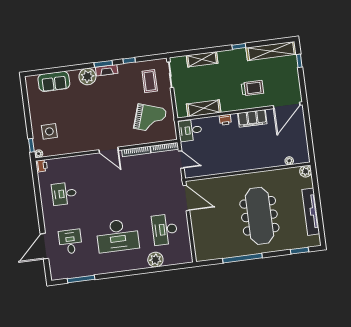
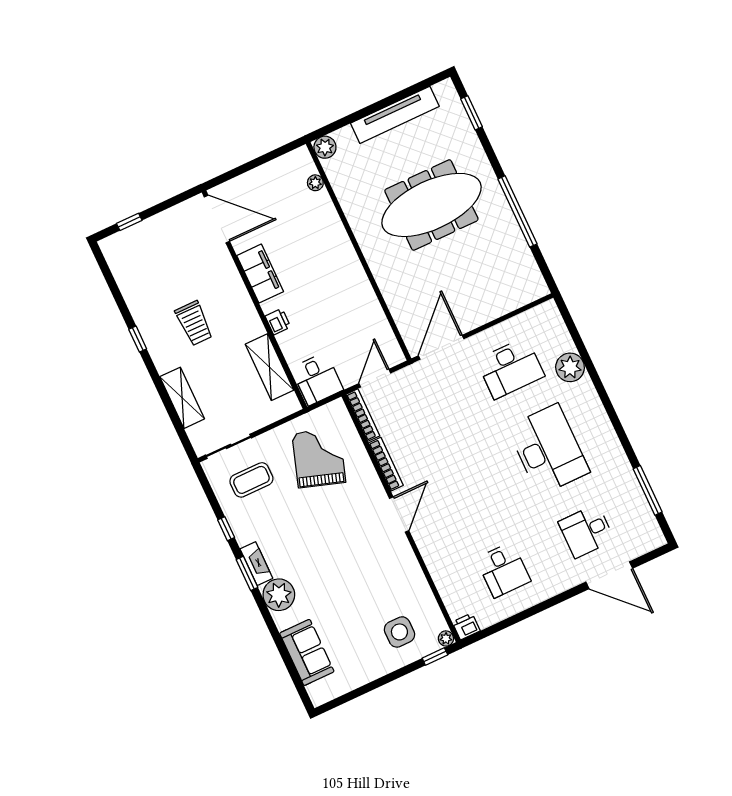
shelving: (271, 51) -> (128, 278), removed
trolley: (252, 88) -> (194, 323), moved, turned 180

